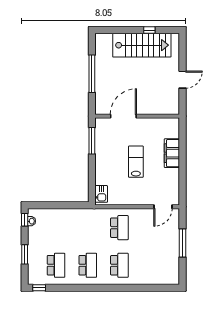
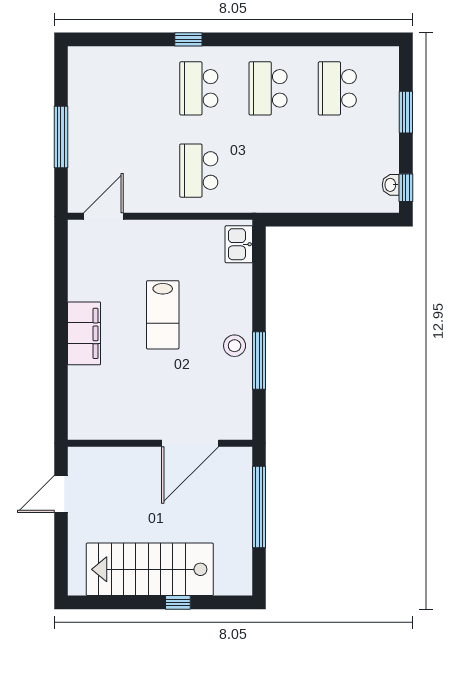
window: (149, 30) -> (178, 602), moved
door: (123, 116) -> (190, 443), moved
wall: (137, 116) -> (160, 443), moved
stool: (103, 147) -> (235, 346), added
window: (39, 288) -> (188, 39), moved

